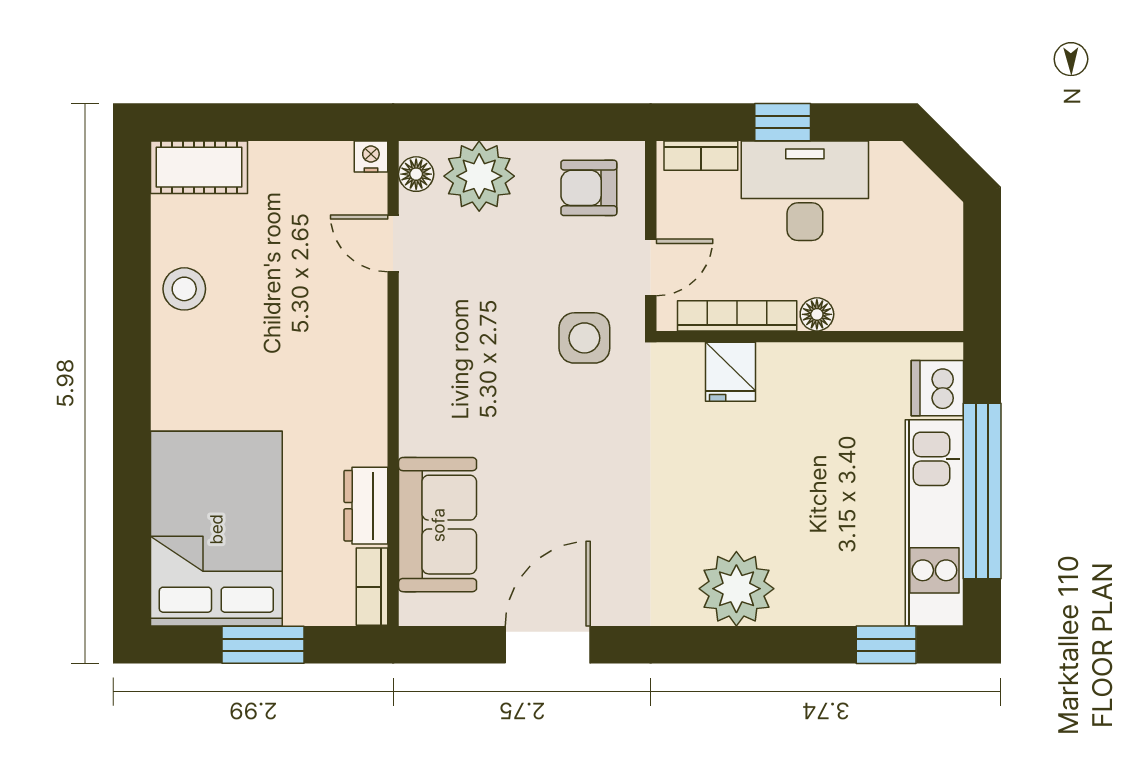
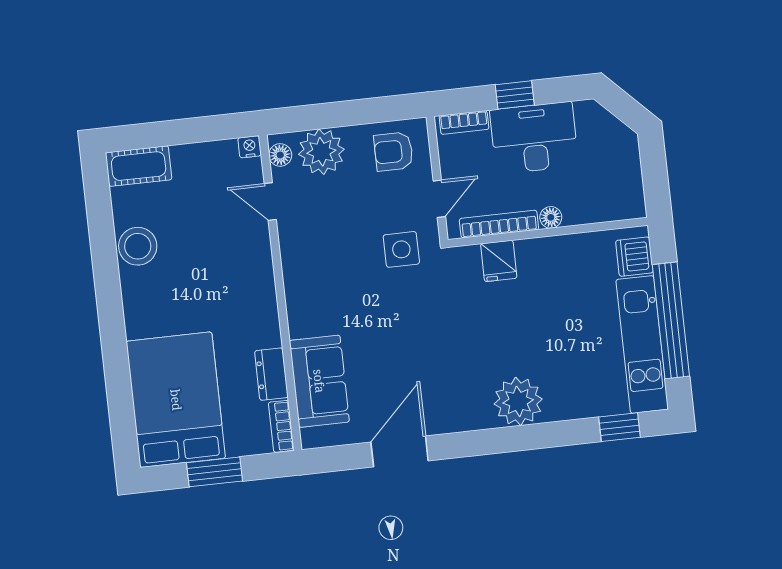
stool: (184, 289) -> (138, 246), width x1.38, depth x1.38

